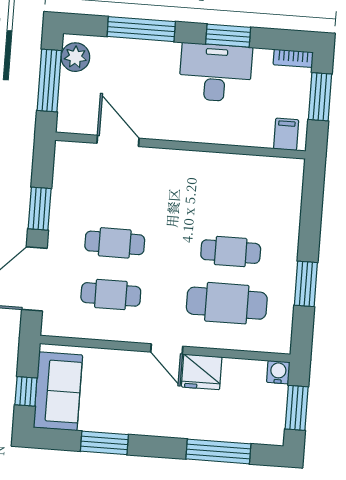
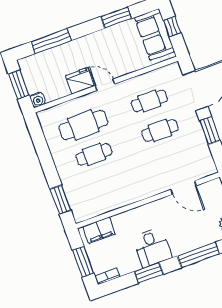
desk: (215, 73) -> (152, 247), width x0.73
filing cabinet: (286, 134) -> (99, 230), width x2.00
window: (306, 284) -> (60, 199), moved

